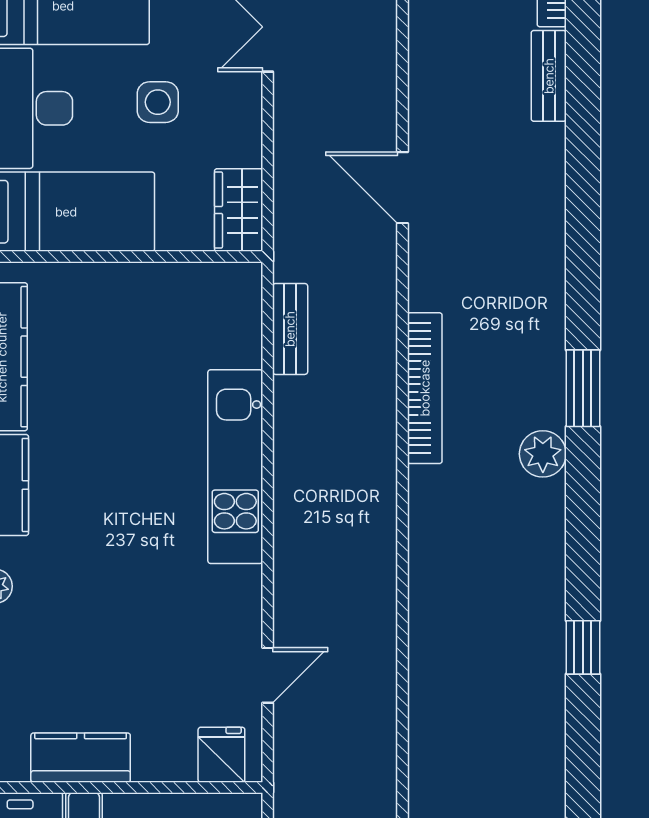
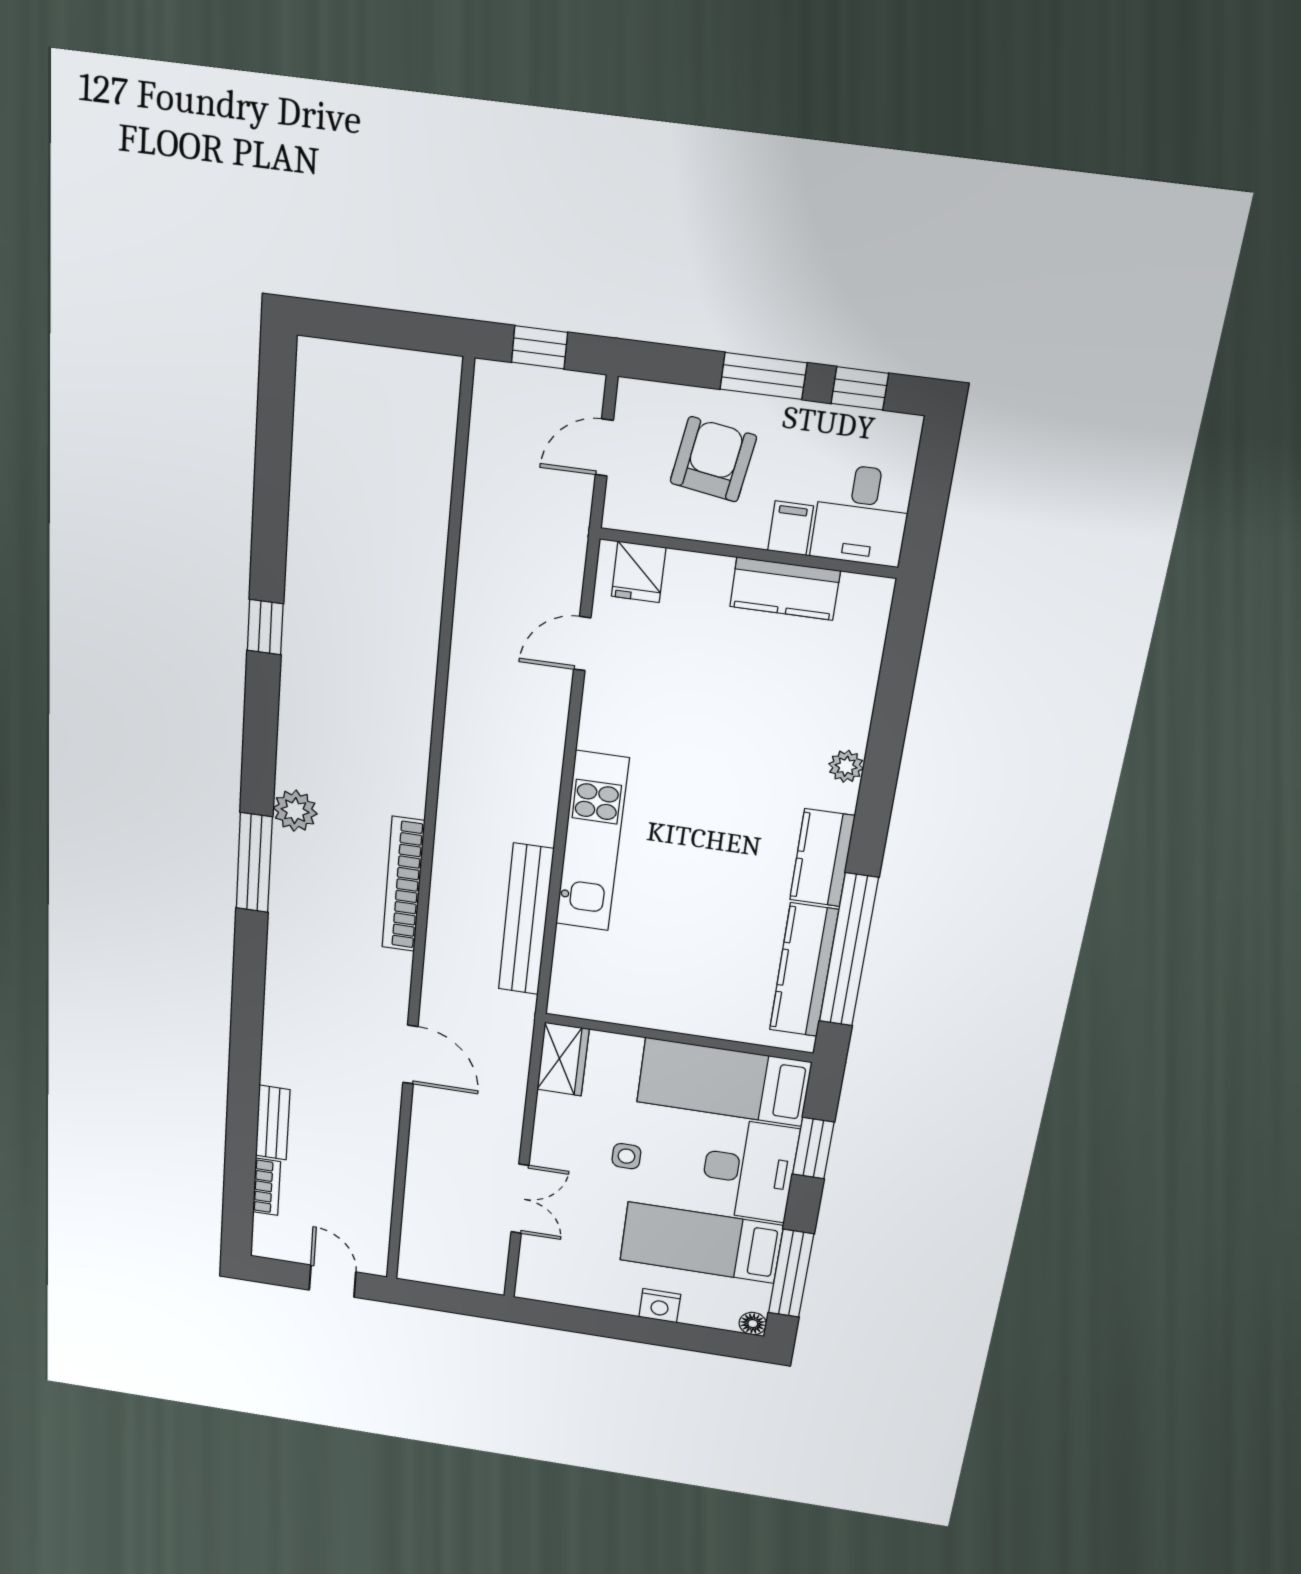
side table: (158, 102) -> (626, 1156), width x0.73, depth x0.73
bench: (290, 329) -> (526, 920), width x1.86, depth x1.21
window: (583, 388) -> (254, 863), width x1.44

